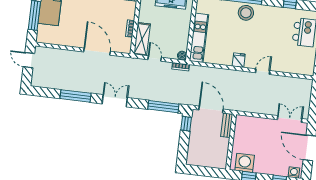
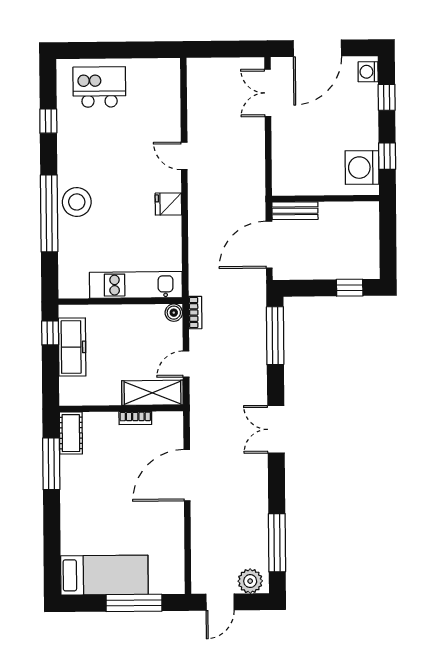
plant: (38, 77) -> (250, 581), added
window: (75, 96) -> (277, 543), moved
window: (186, 124) -> (350, 288), moved

